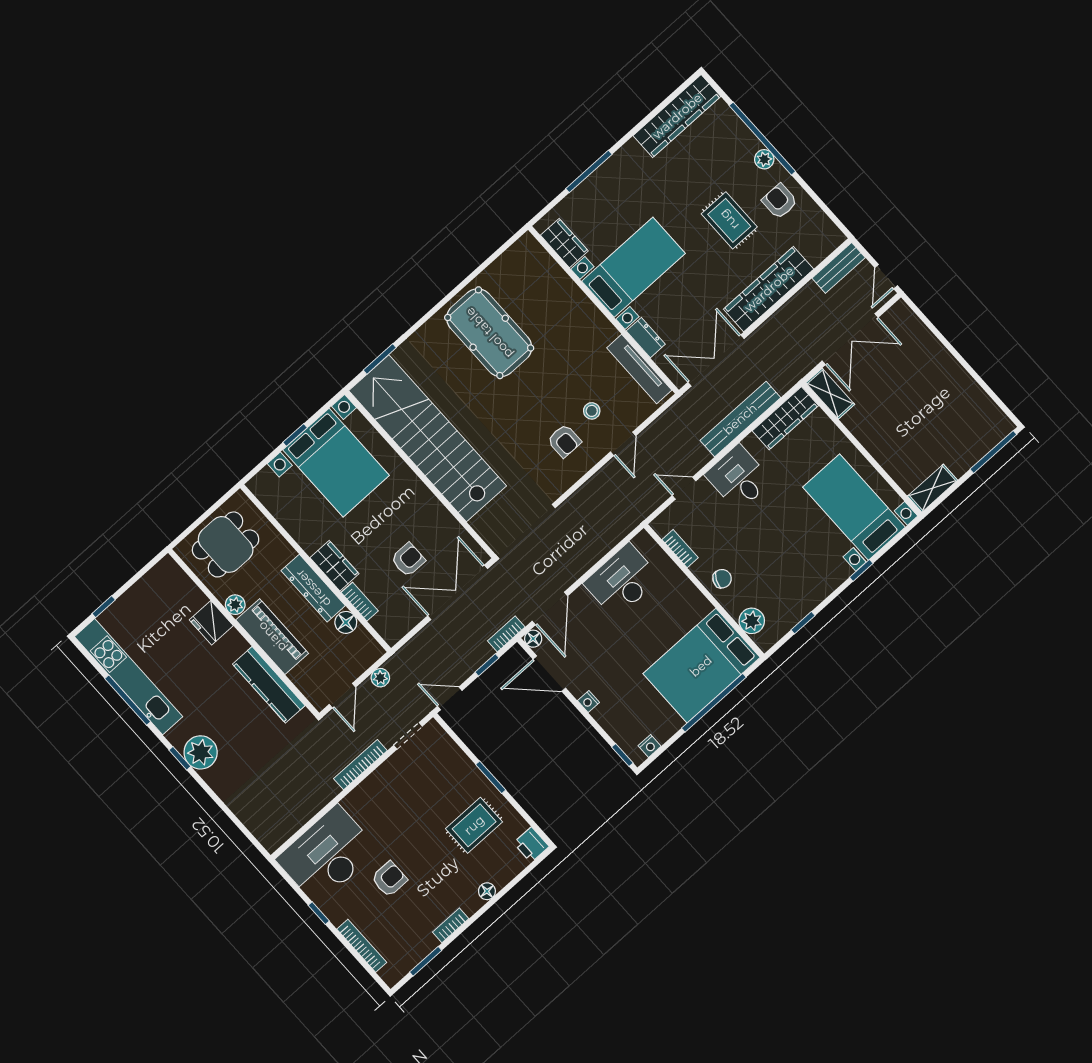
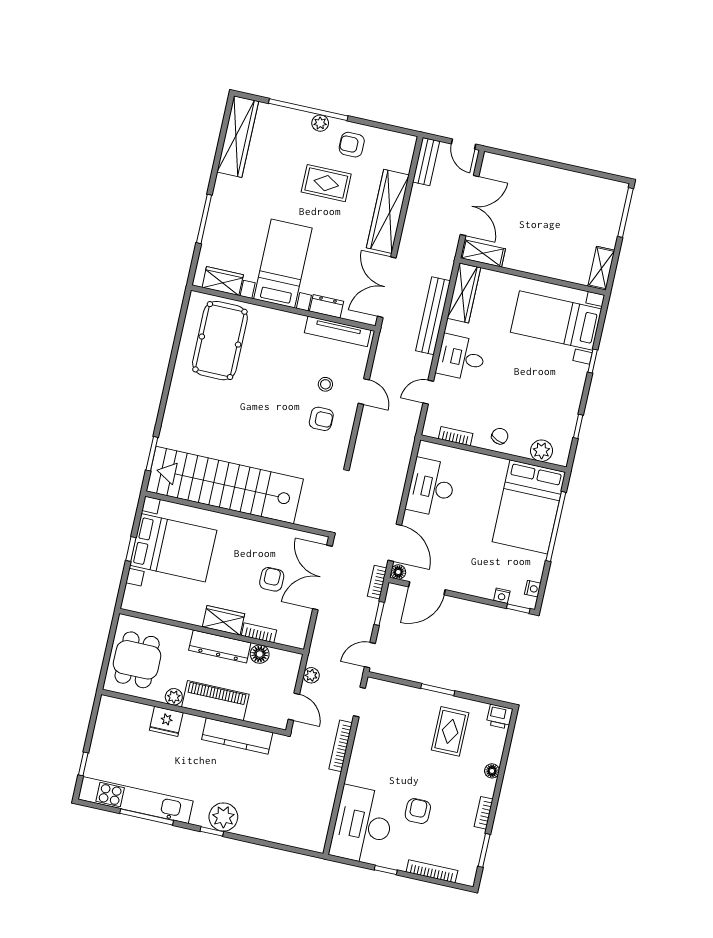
pool table: (489, 333) -> (220, 341), moved, turned 90
nightstand: (588, 702) -> (502, 596), moved

